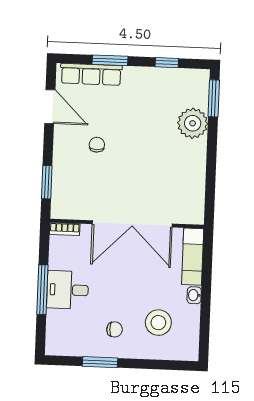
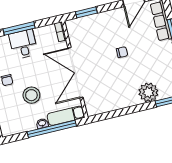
chair: (97, 145) -> (122, 52), moved
window: (206, 283) -> (52, 129), added
stool: (158, 323) -> (31, 95), moved

